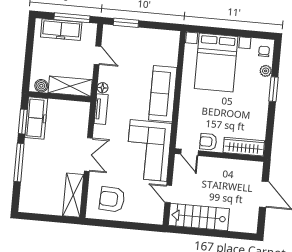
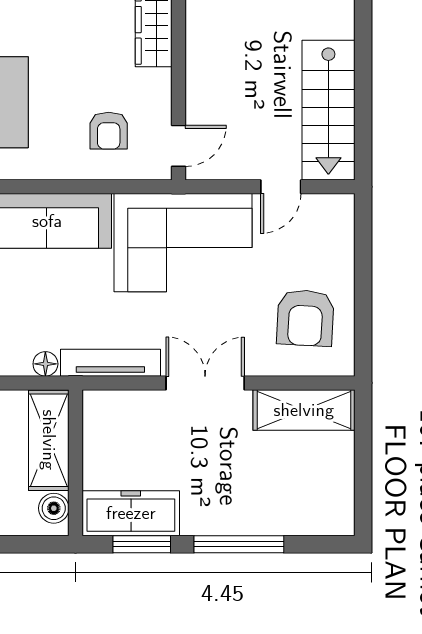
tv unit: (101, 109) -> (110, 363), width x1.41
armchair: (208, 142) -> (109, 131), moved

